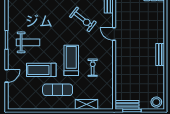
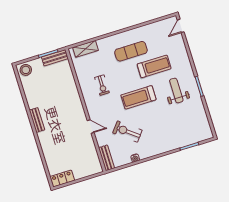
weight bench: (28, 42) -> (176, 90), turned 90
treadmill: (71, 60) -> (138, 97), moved, turned 90
door: (7, 76) -> (181, 26), moved
shelving: (86, 104) -> (86, 49), moved

